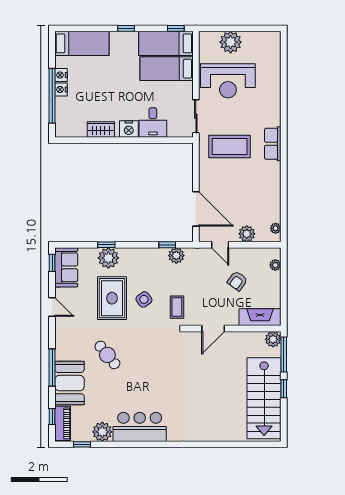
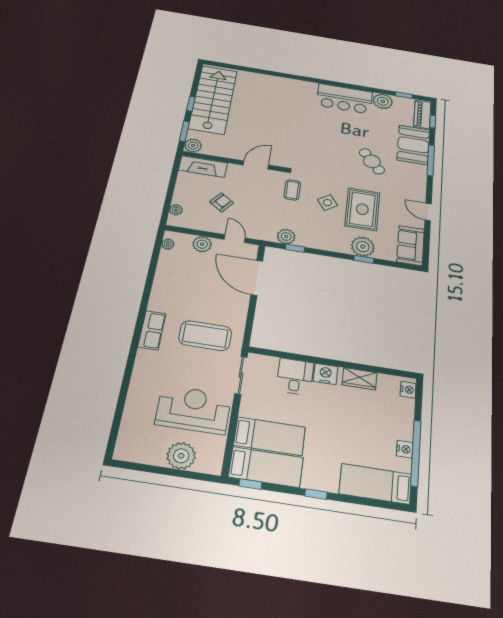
nightstand: (61, 90) -> (408, 390), moved
window: (52, 96) -> (416, 453), moved
window: (52, 263) -> (426, 252), removed
window: (284, 354) -> (184, 131), width x0.69

